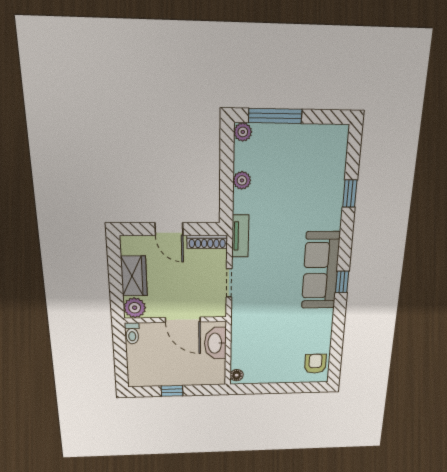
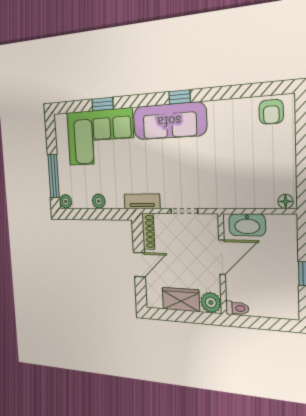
corner sofa: (315, 188) -> (100, 137), added
armchair: (315, 364) -> (271, 112), turned -90

